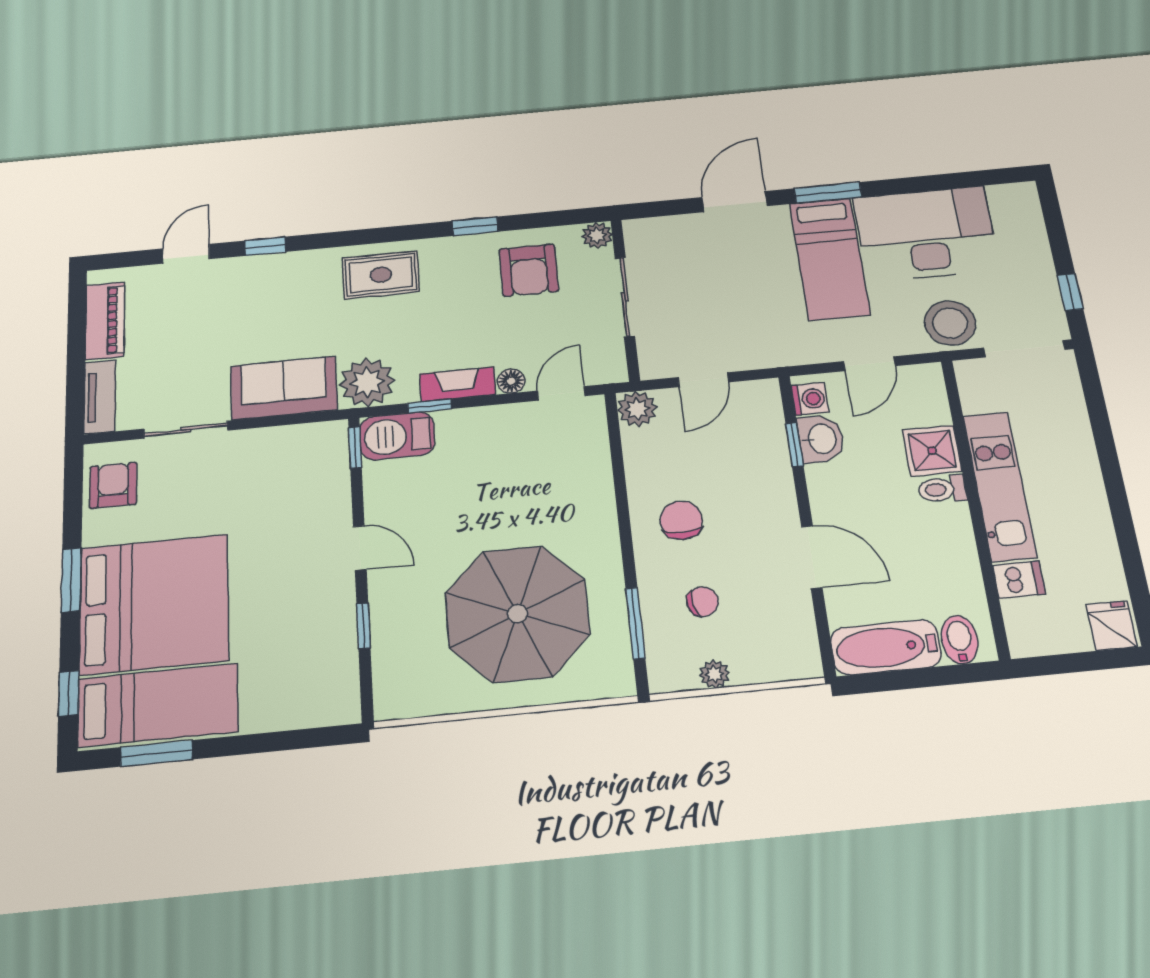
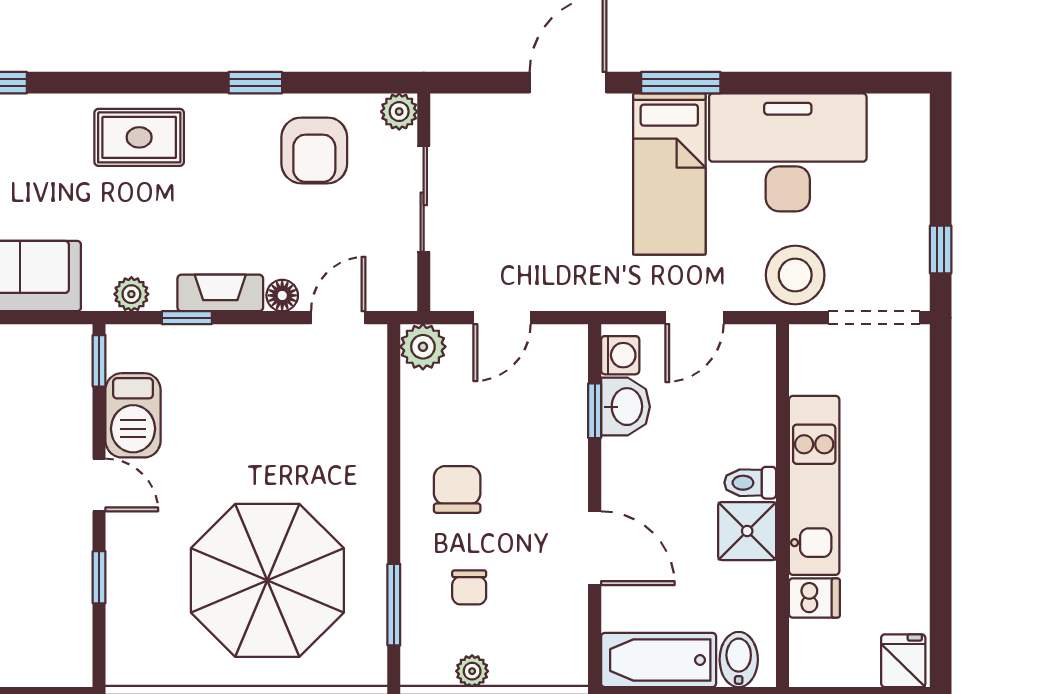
plant: (367, 382) -> (131, 294), width x0.53, depth x0.53
barbecue: (397, 436) -> (133, 415), moved, turned -90
shower: (932, 451) -> (747, 531), moved
chair: (703, 602) -> (469, 587), turned 103

